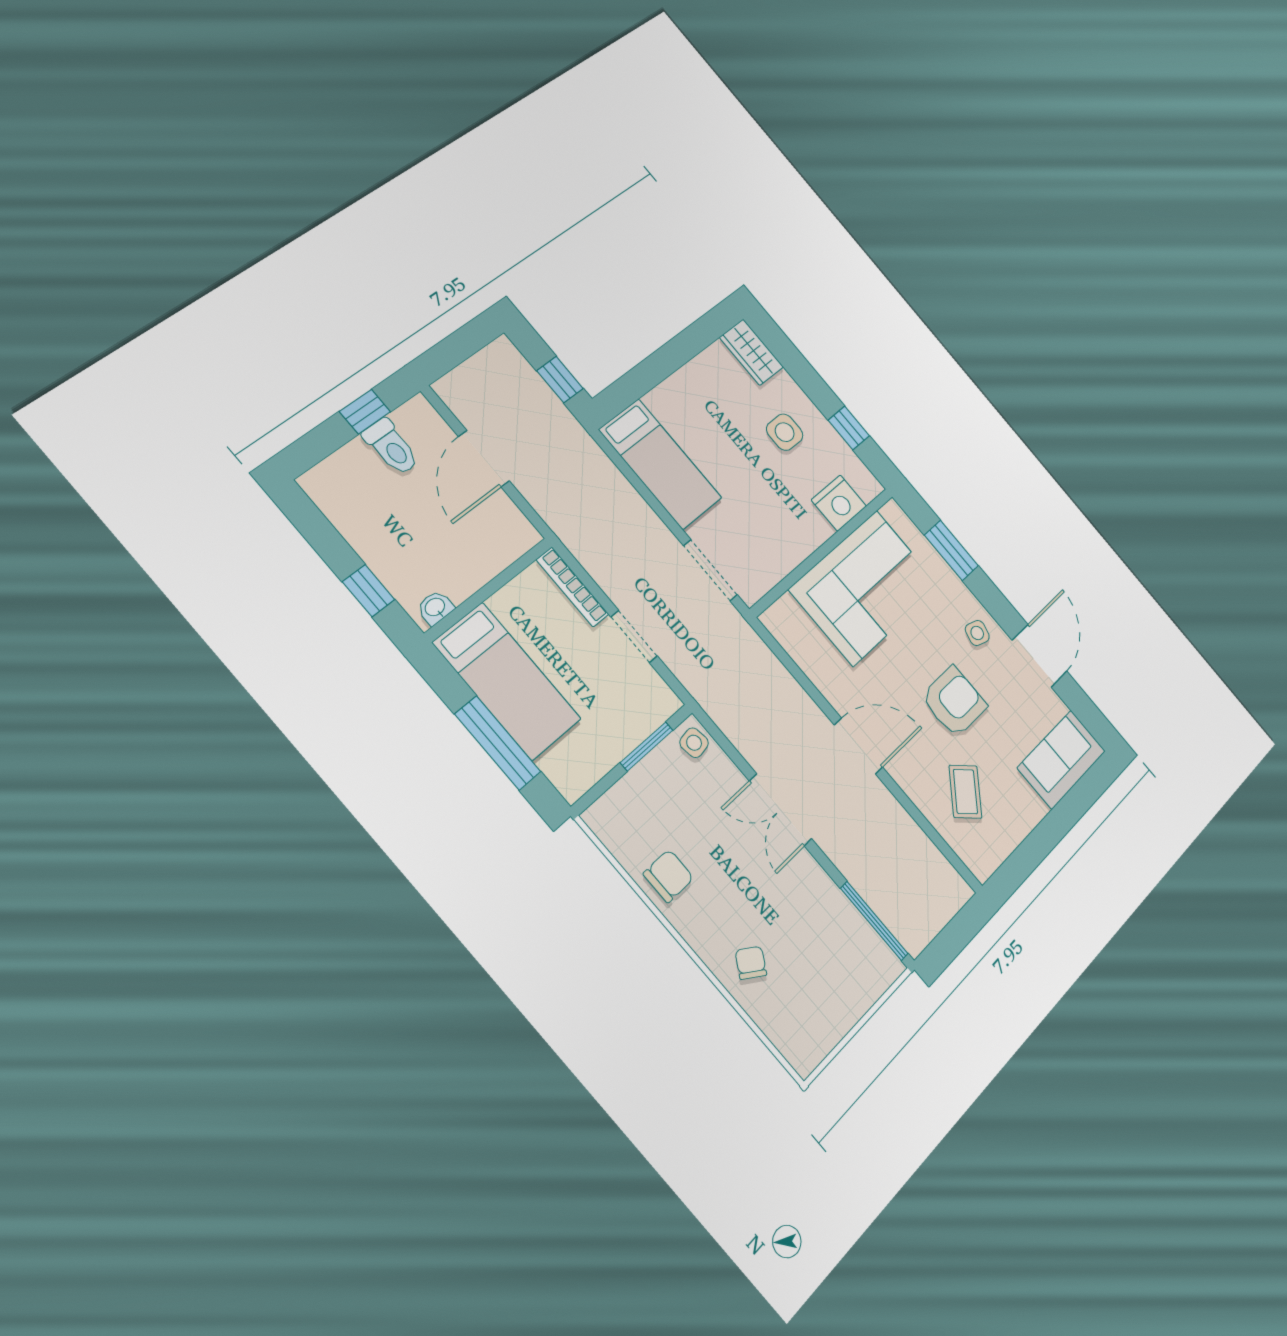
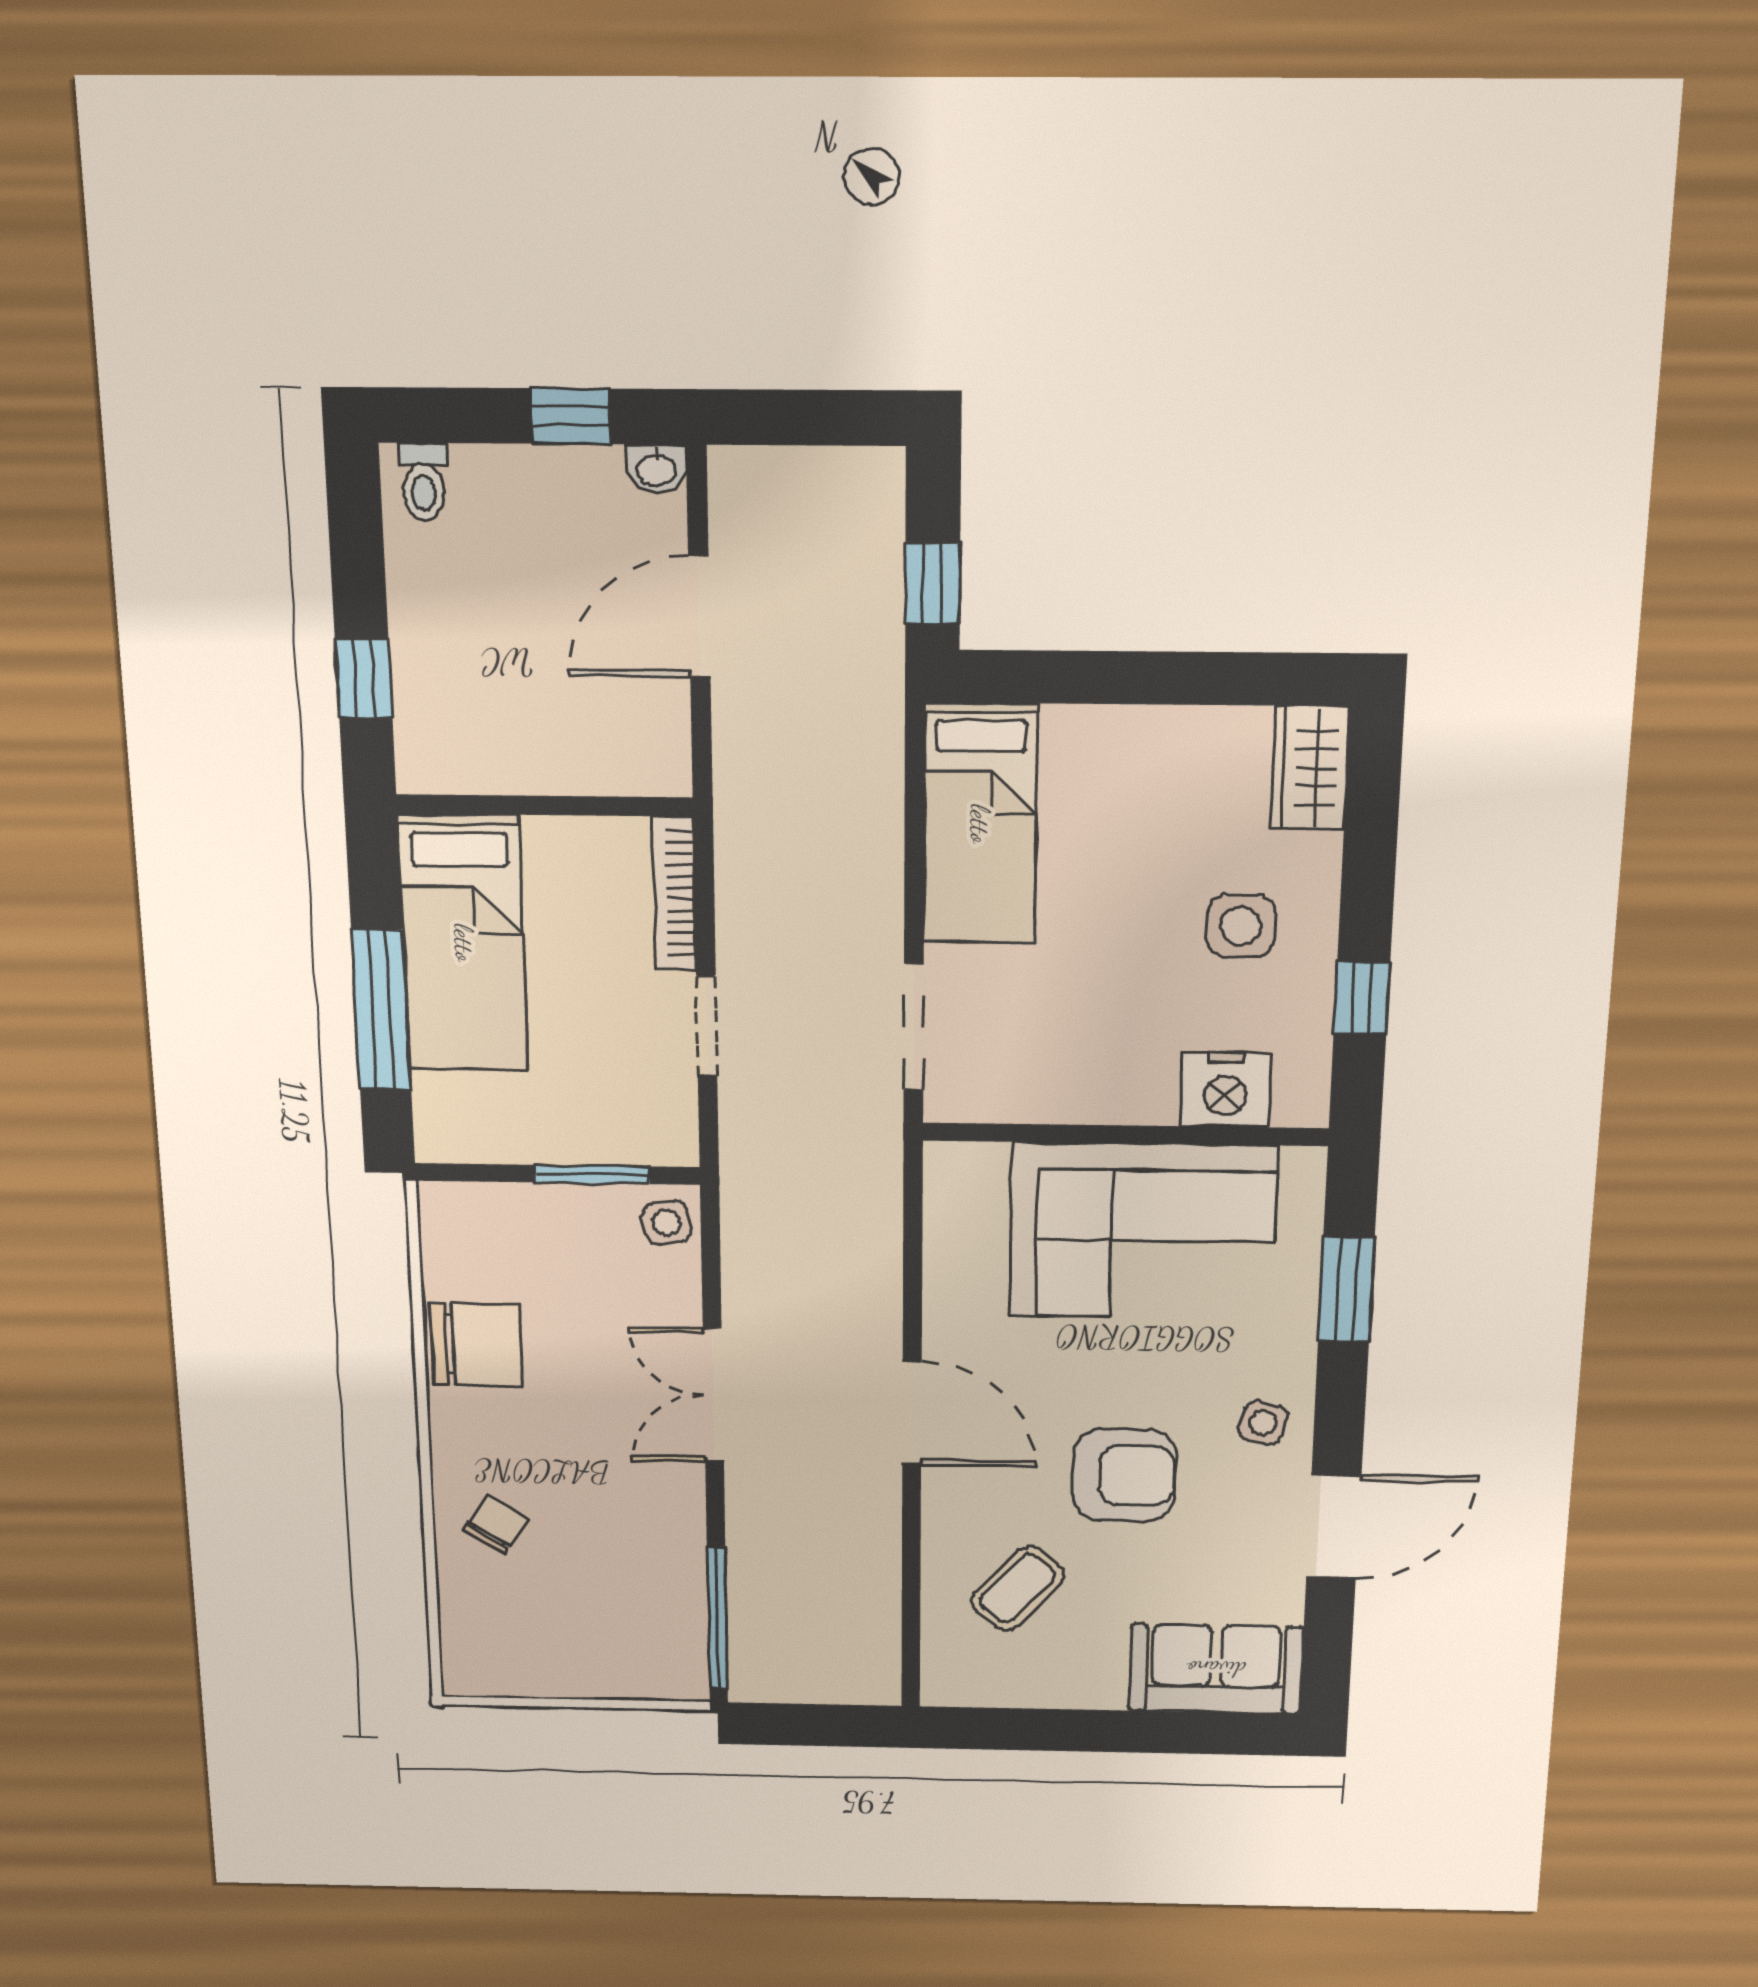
toilet: (391, 447) -> (423, 482), moved, width x0.73, depth x0.72
washbasin: (435, 608) -> (656, 469), moved, turned 180
chair: (668, 876) -> (476, 1345), width x1.37, depth x1.37

